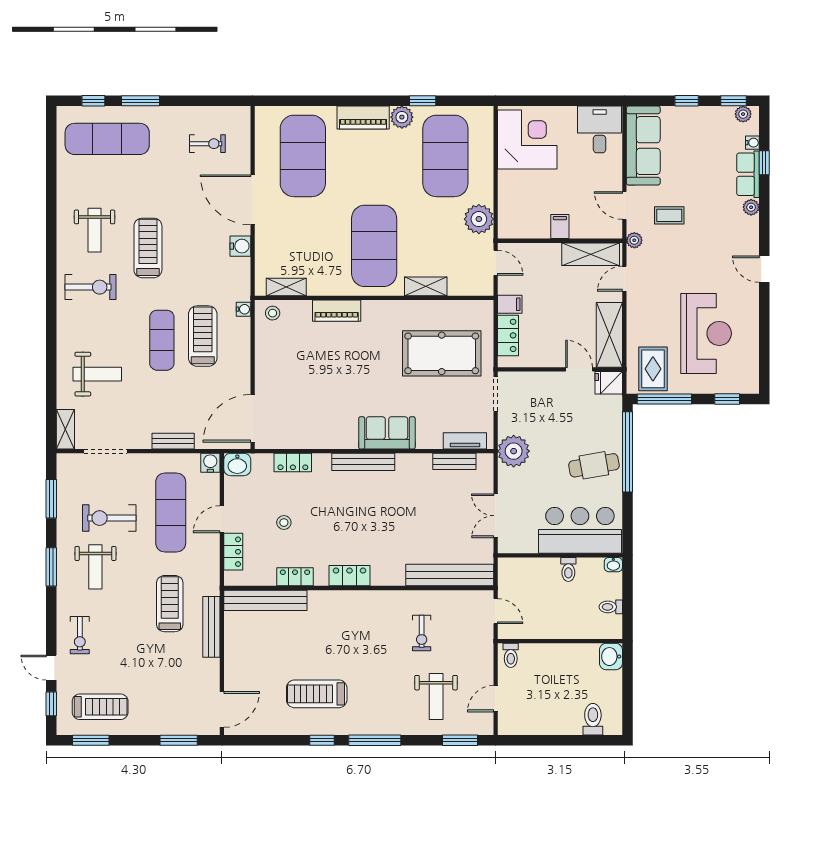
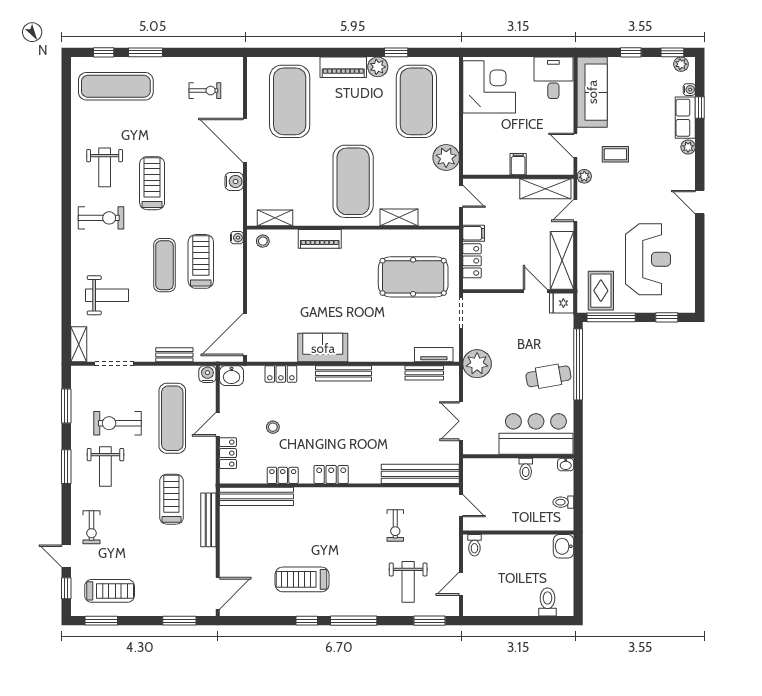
sofa: (387, 433) -> (323, 348), moved

